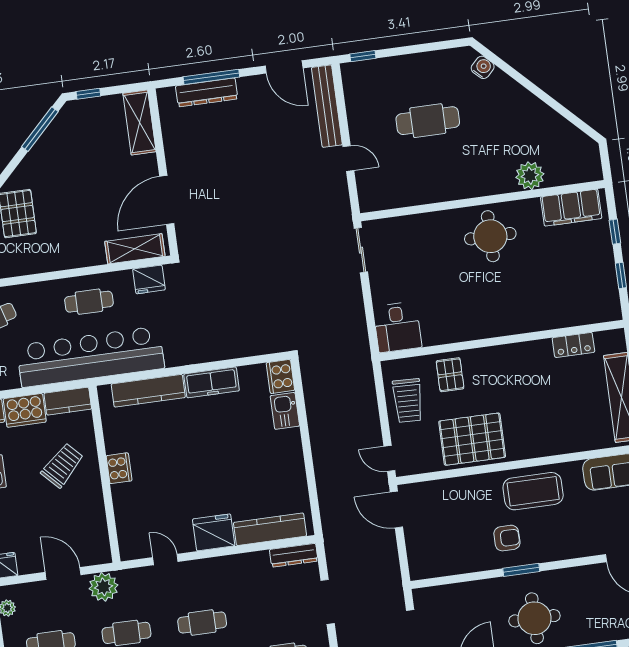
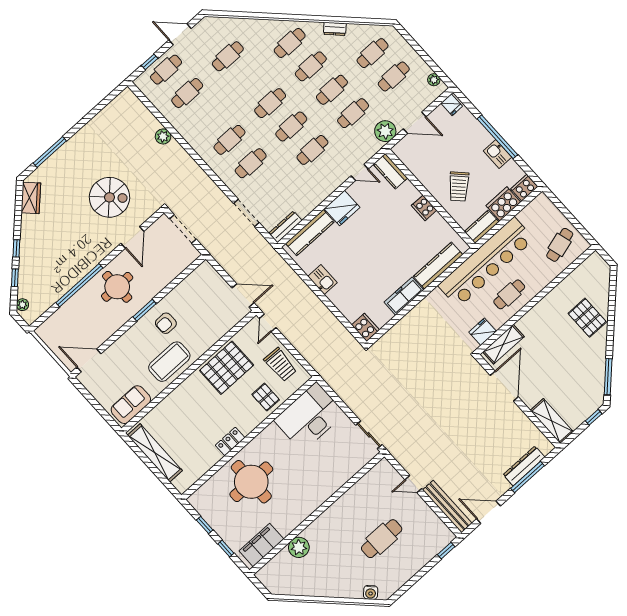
round table: (490, 236) -> (251, 482), moved, width x1.36, depth x1.36
desk: (397, 327) -> (309, 417), width x1.87, depth x1.30
locker: (573, 345) -> (230, 441), moved
trolley: (408, 400) -> (280, 365), turned 180
kitchen sink: (285, 411) -> (323, 280), moved
door: (389, 458) -> (268, 323), swing flipped
kitchen counter: (129, 537) -> (390, 171), added

